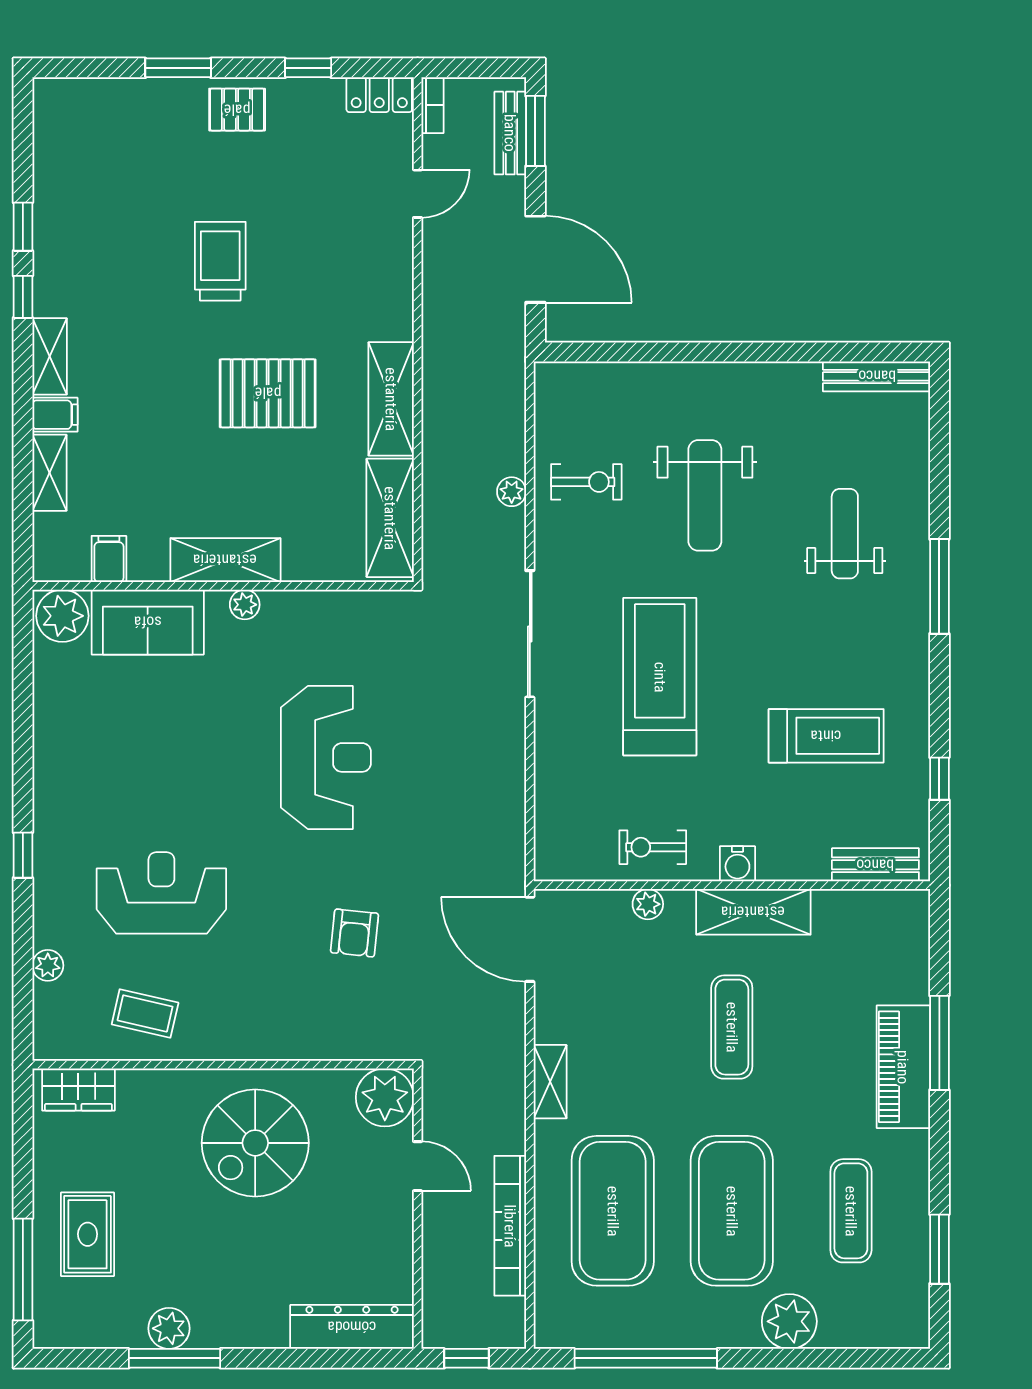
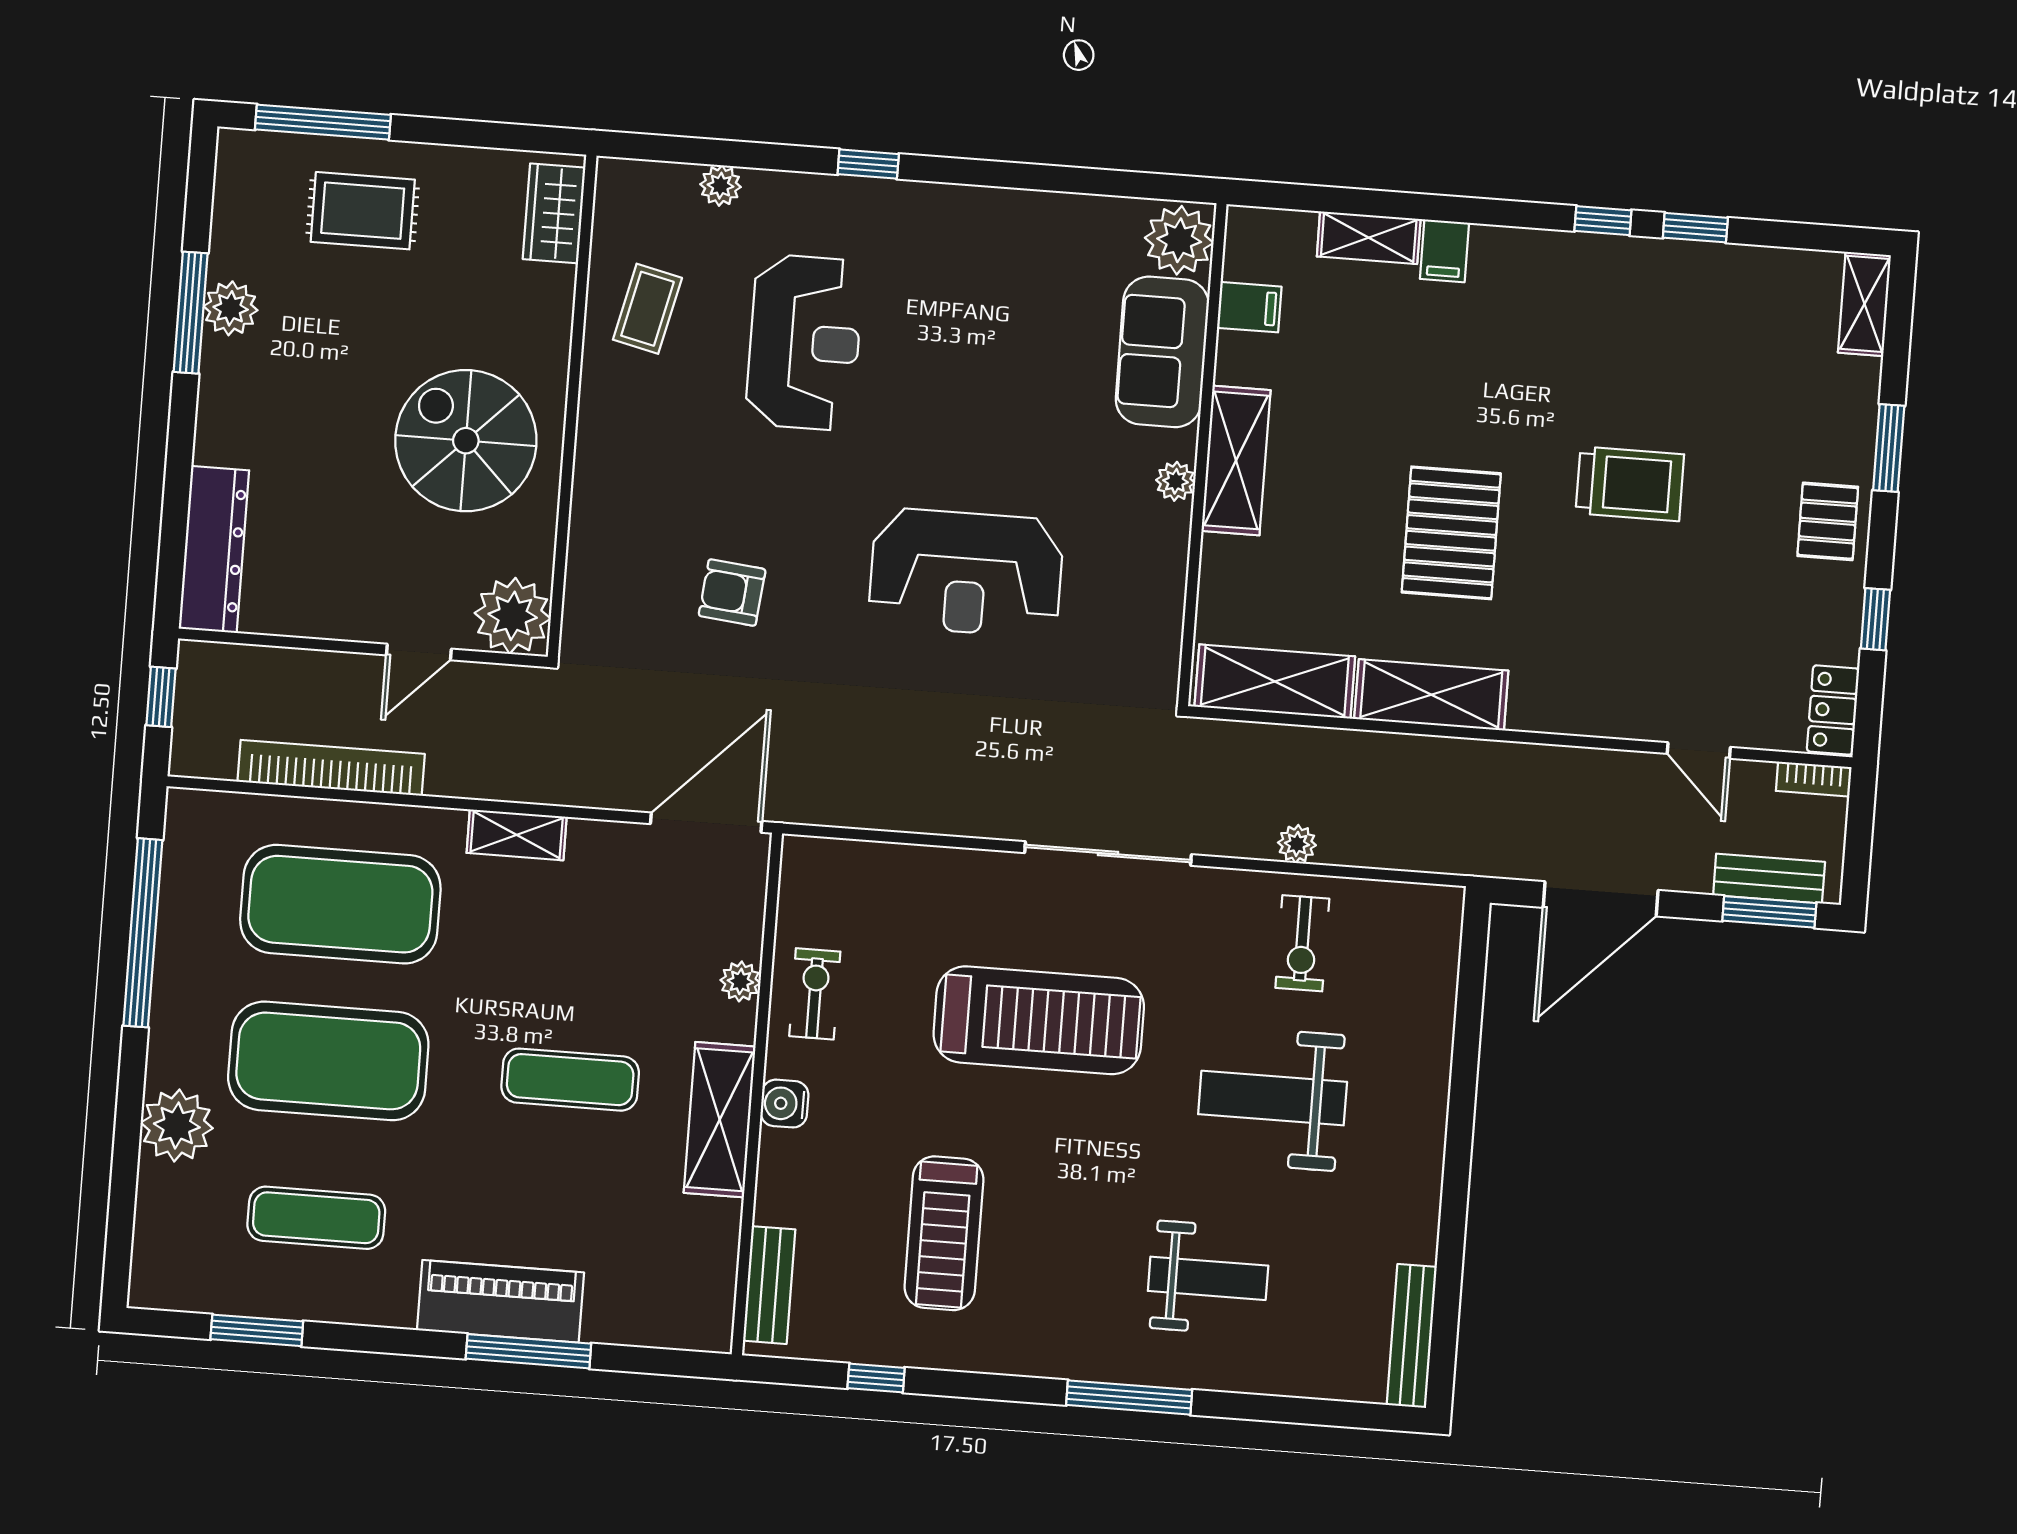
shelving: (50, 356) -> (1865, 304), moved, turned 90

